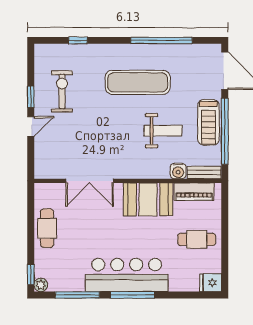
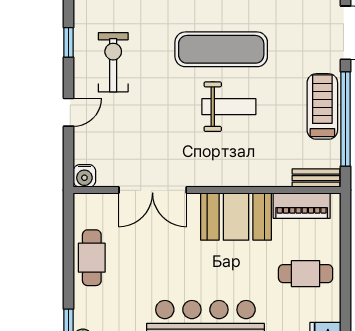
window: (31, 97) -> (68, 42), moved
treadmill: (208, 122) -> (322, 106), turned 180
weight bench: (163, 131) -> (229, 107), moved
water cooler: (178, 171) -> (84, 176), moved

